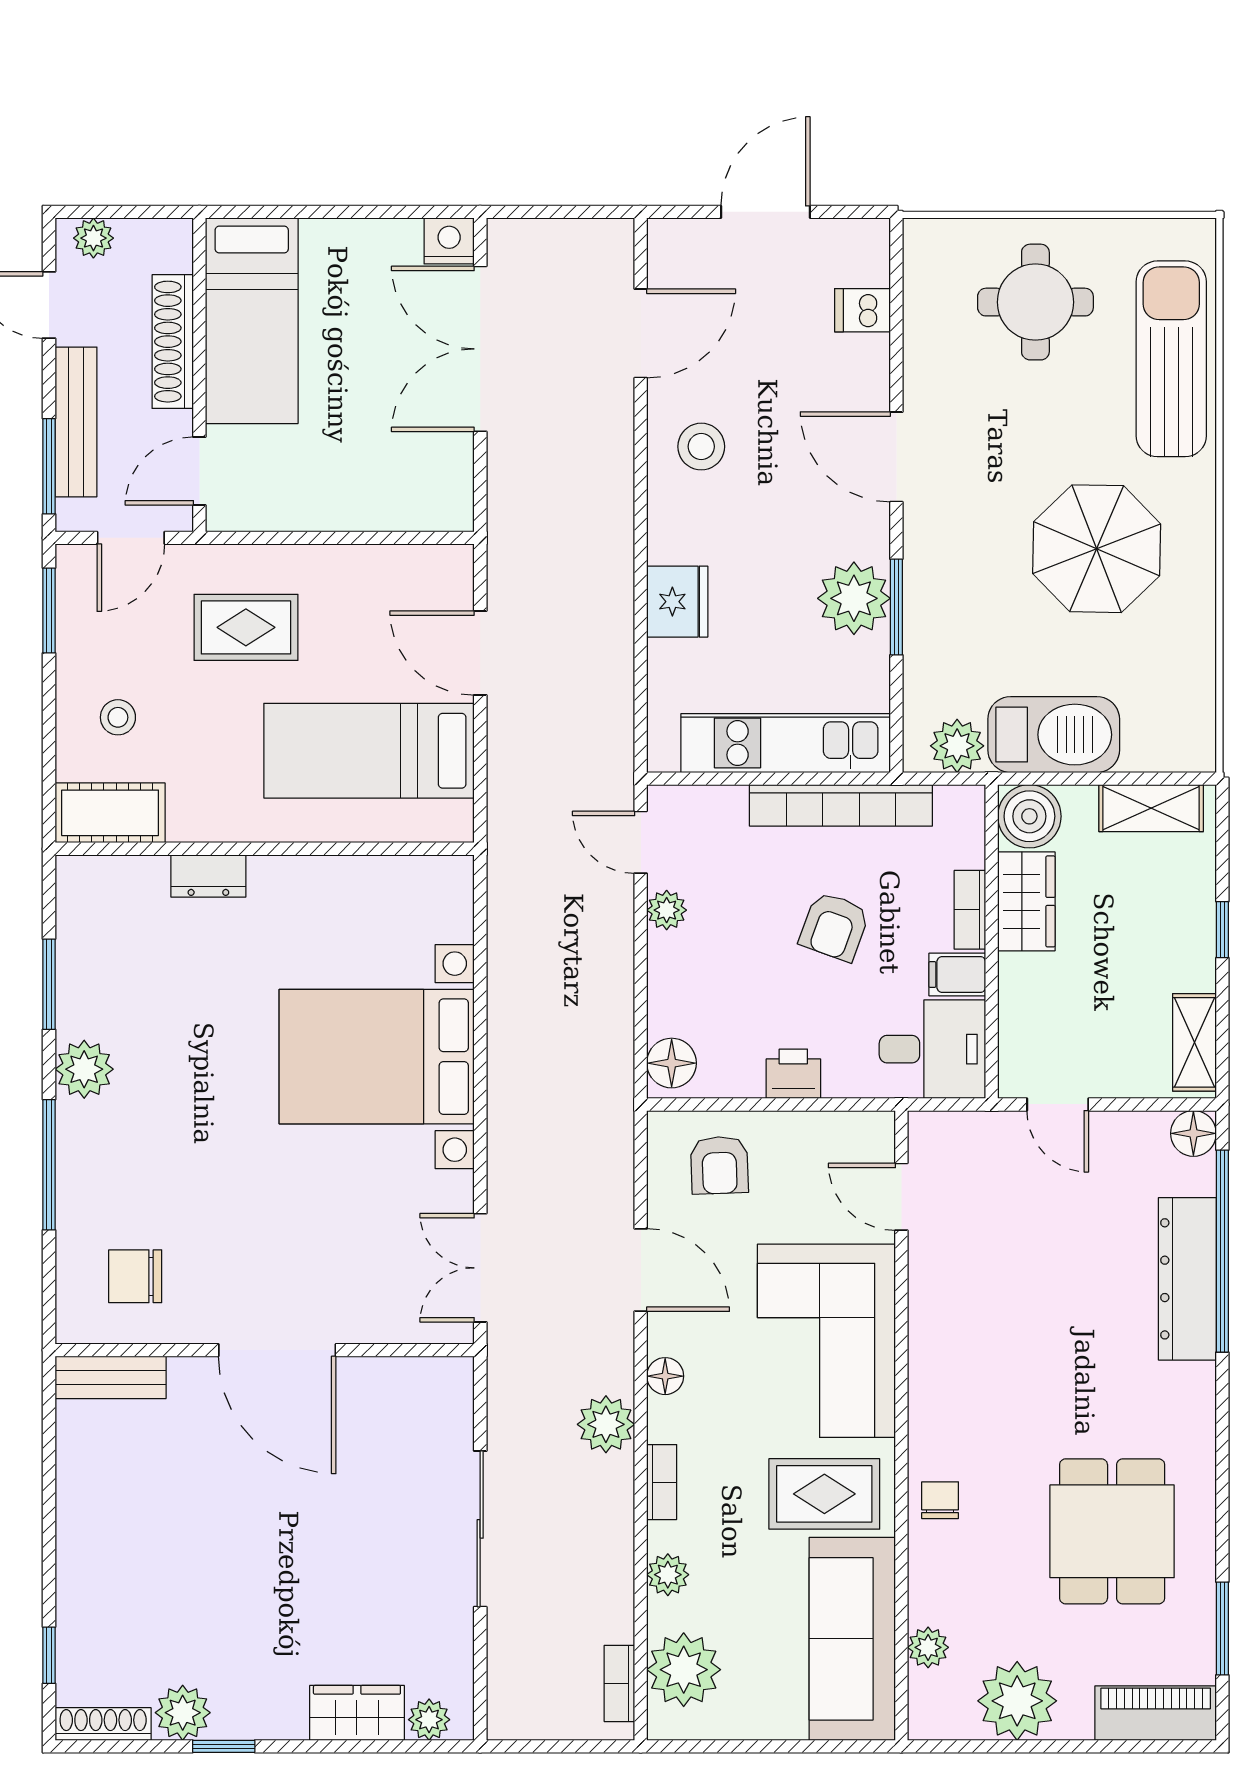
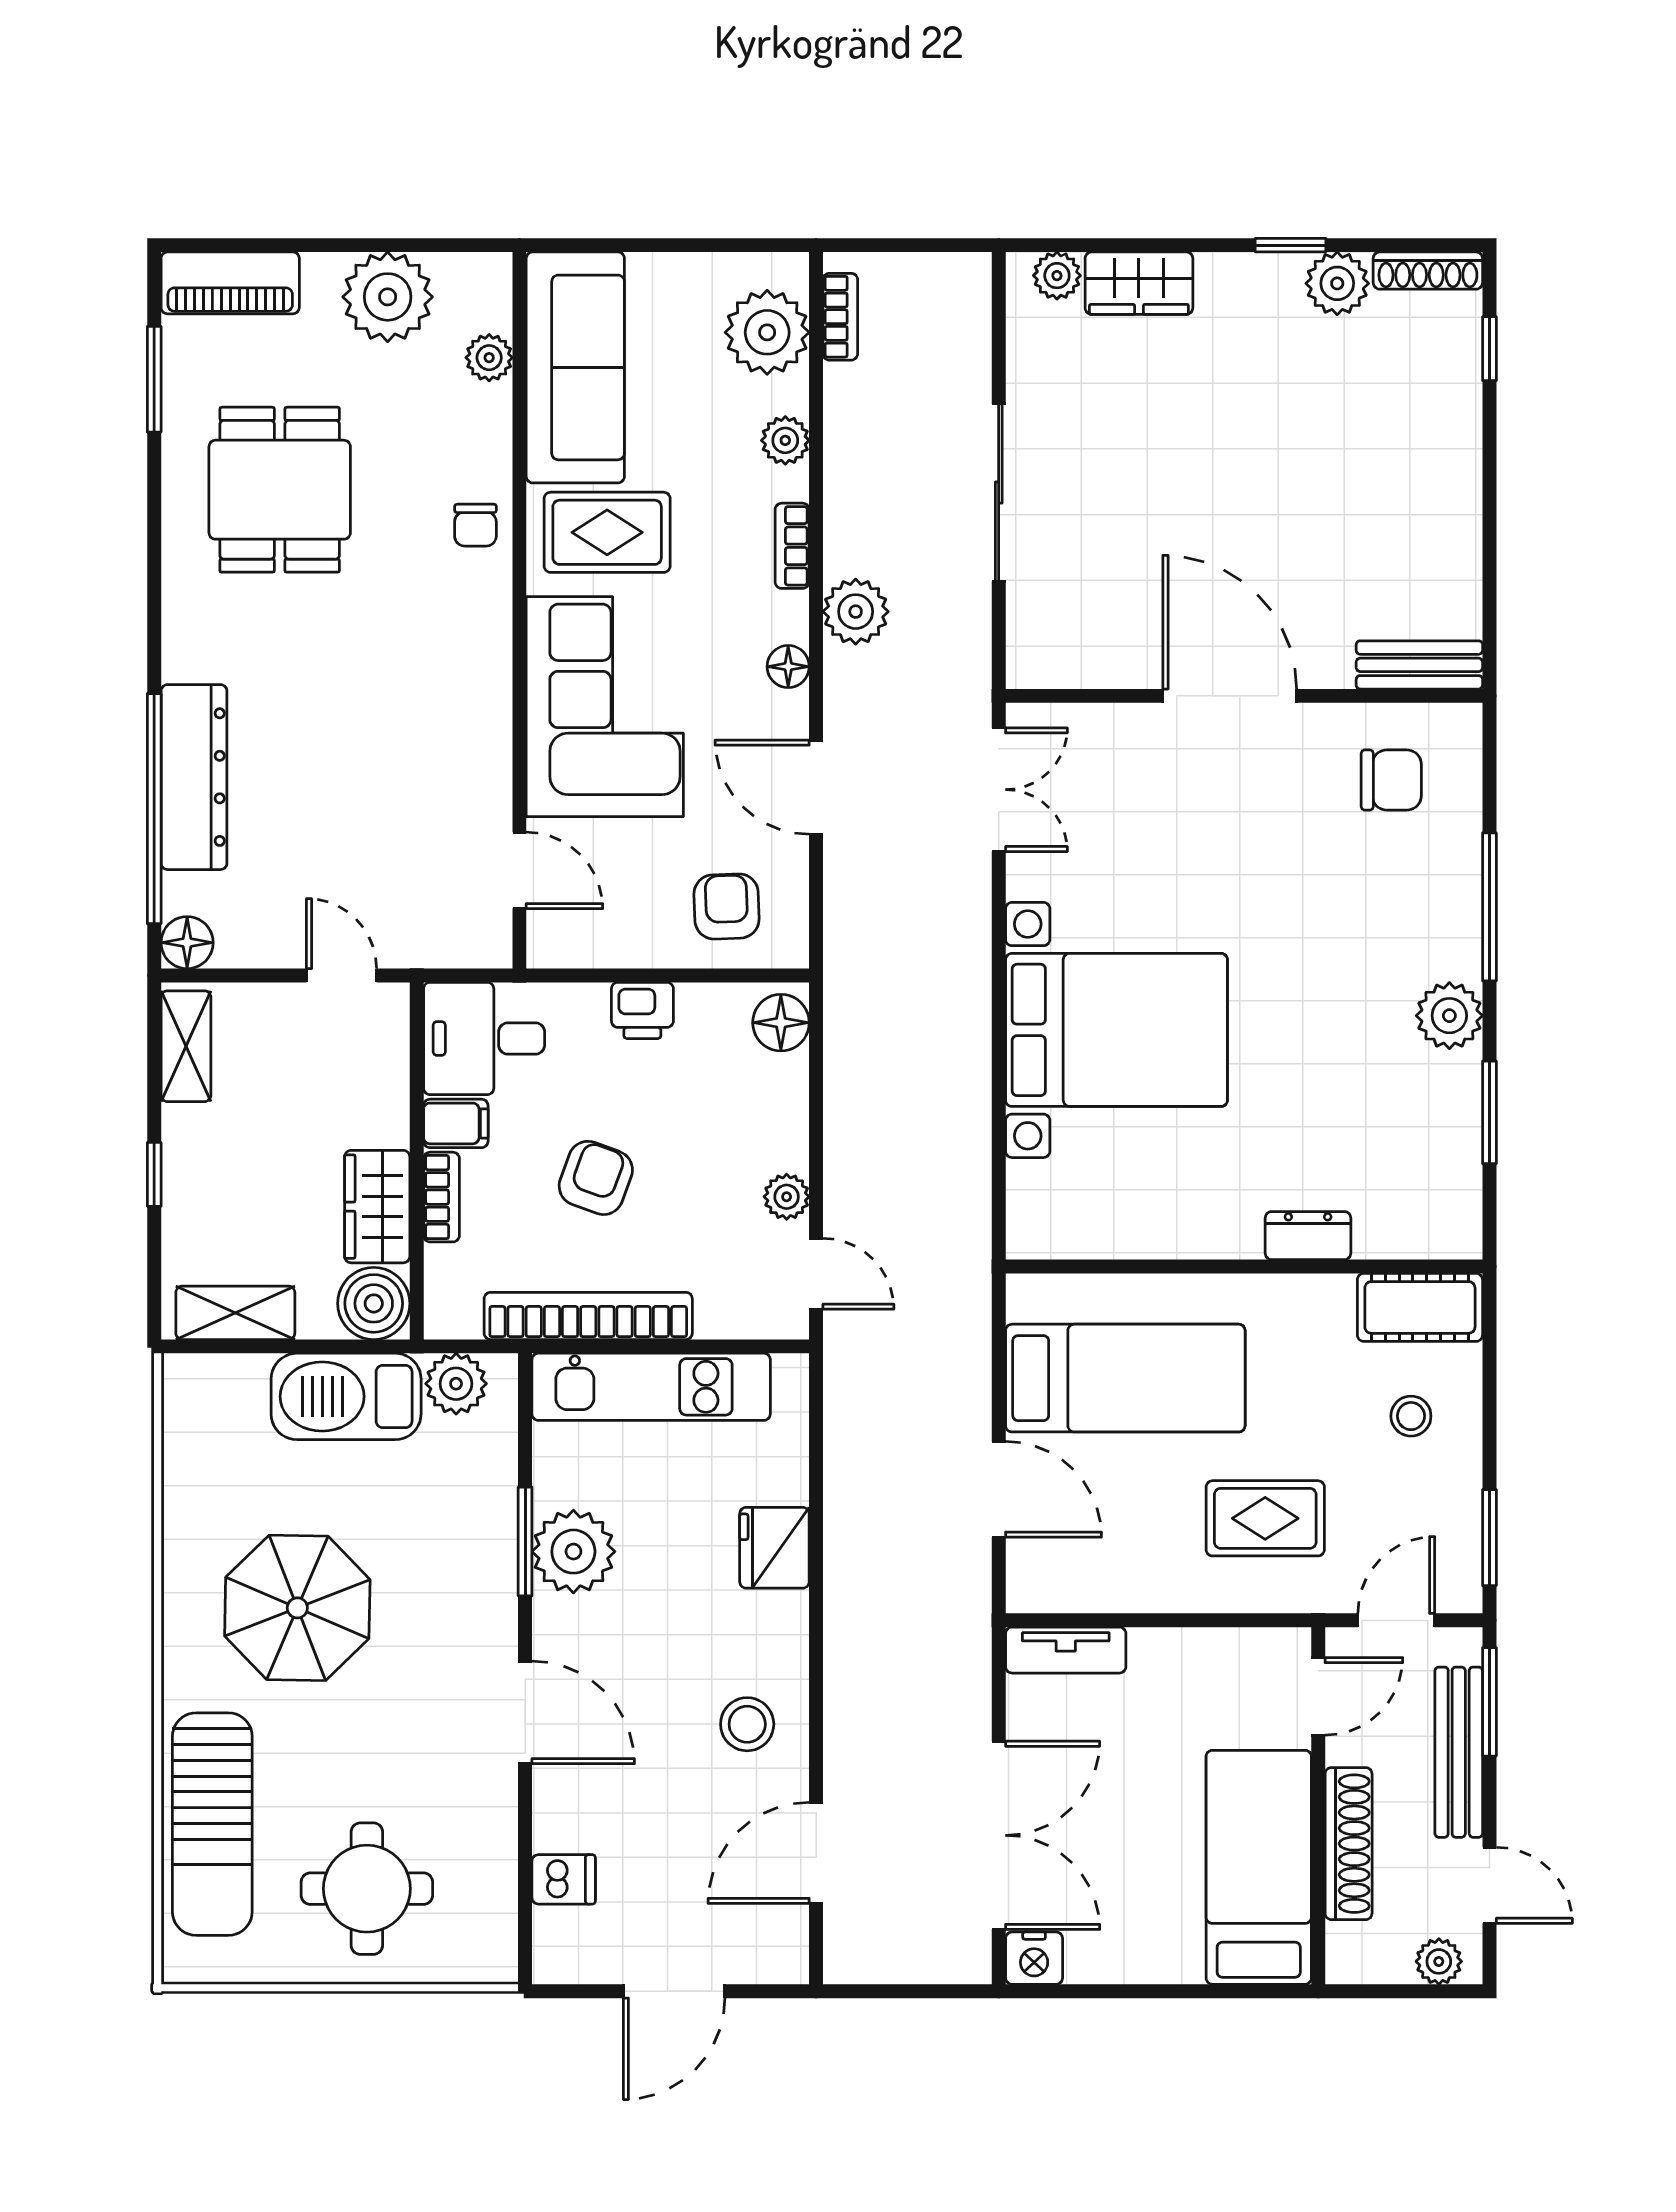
tv unit: (421, 512) -> (1066, 1650), added

